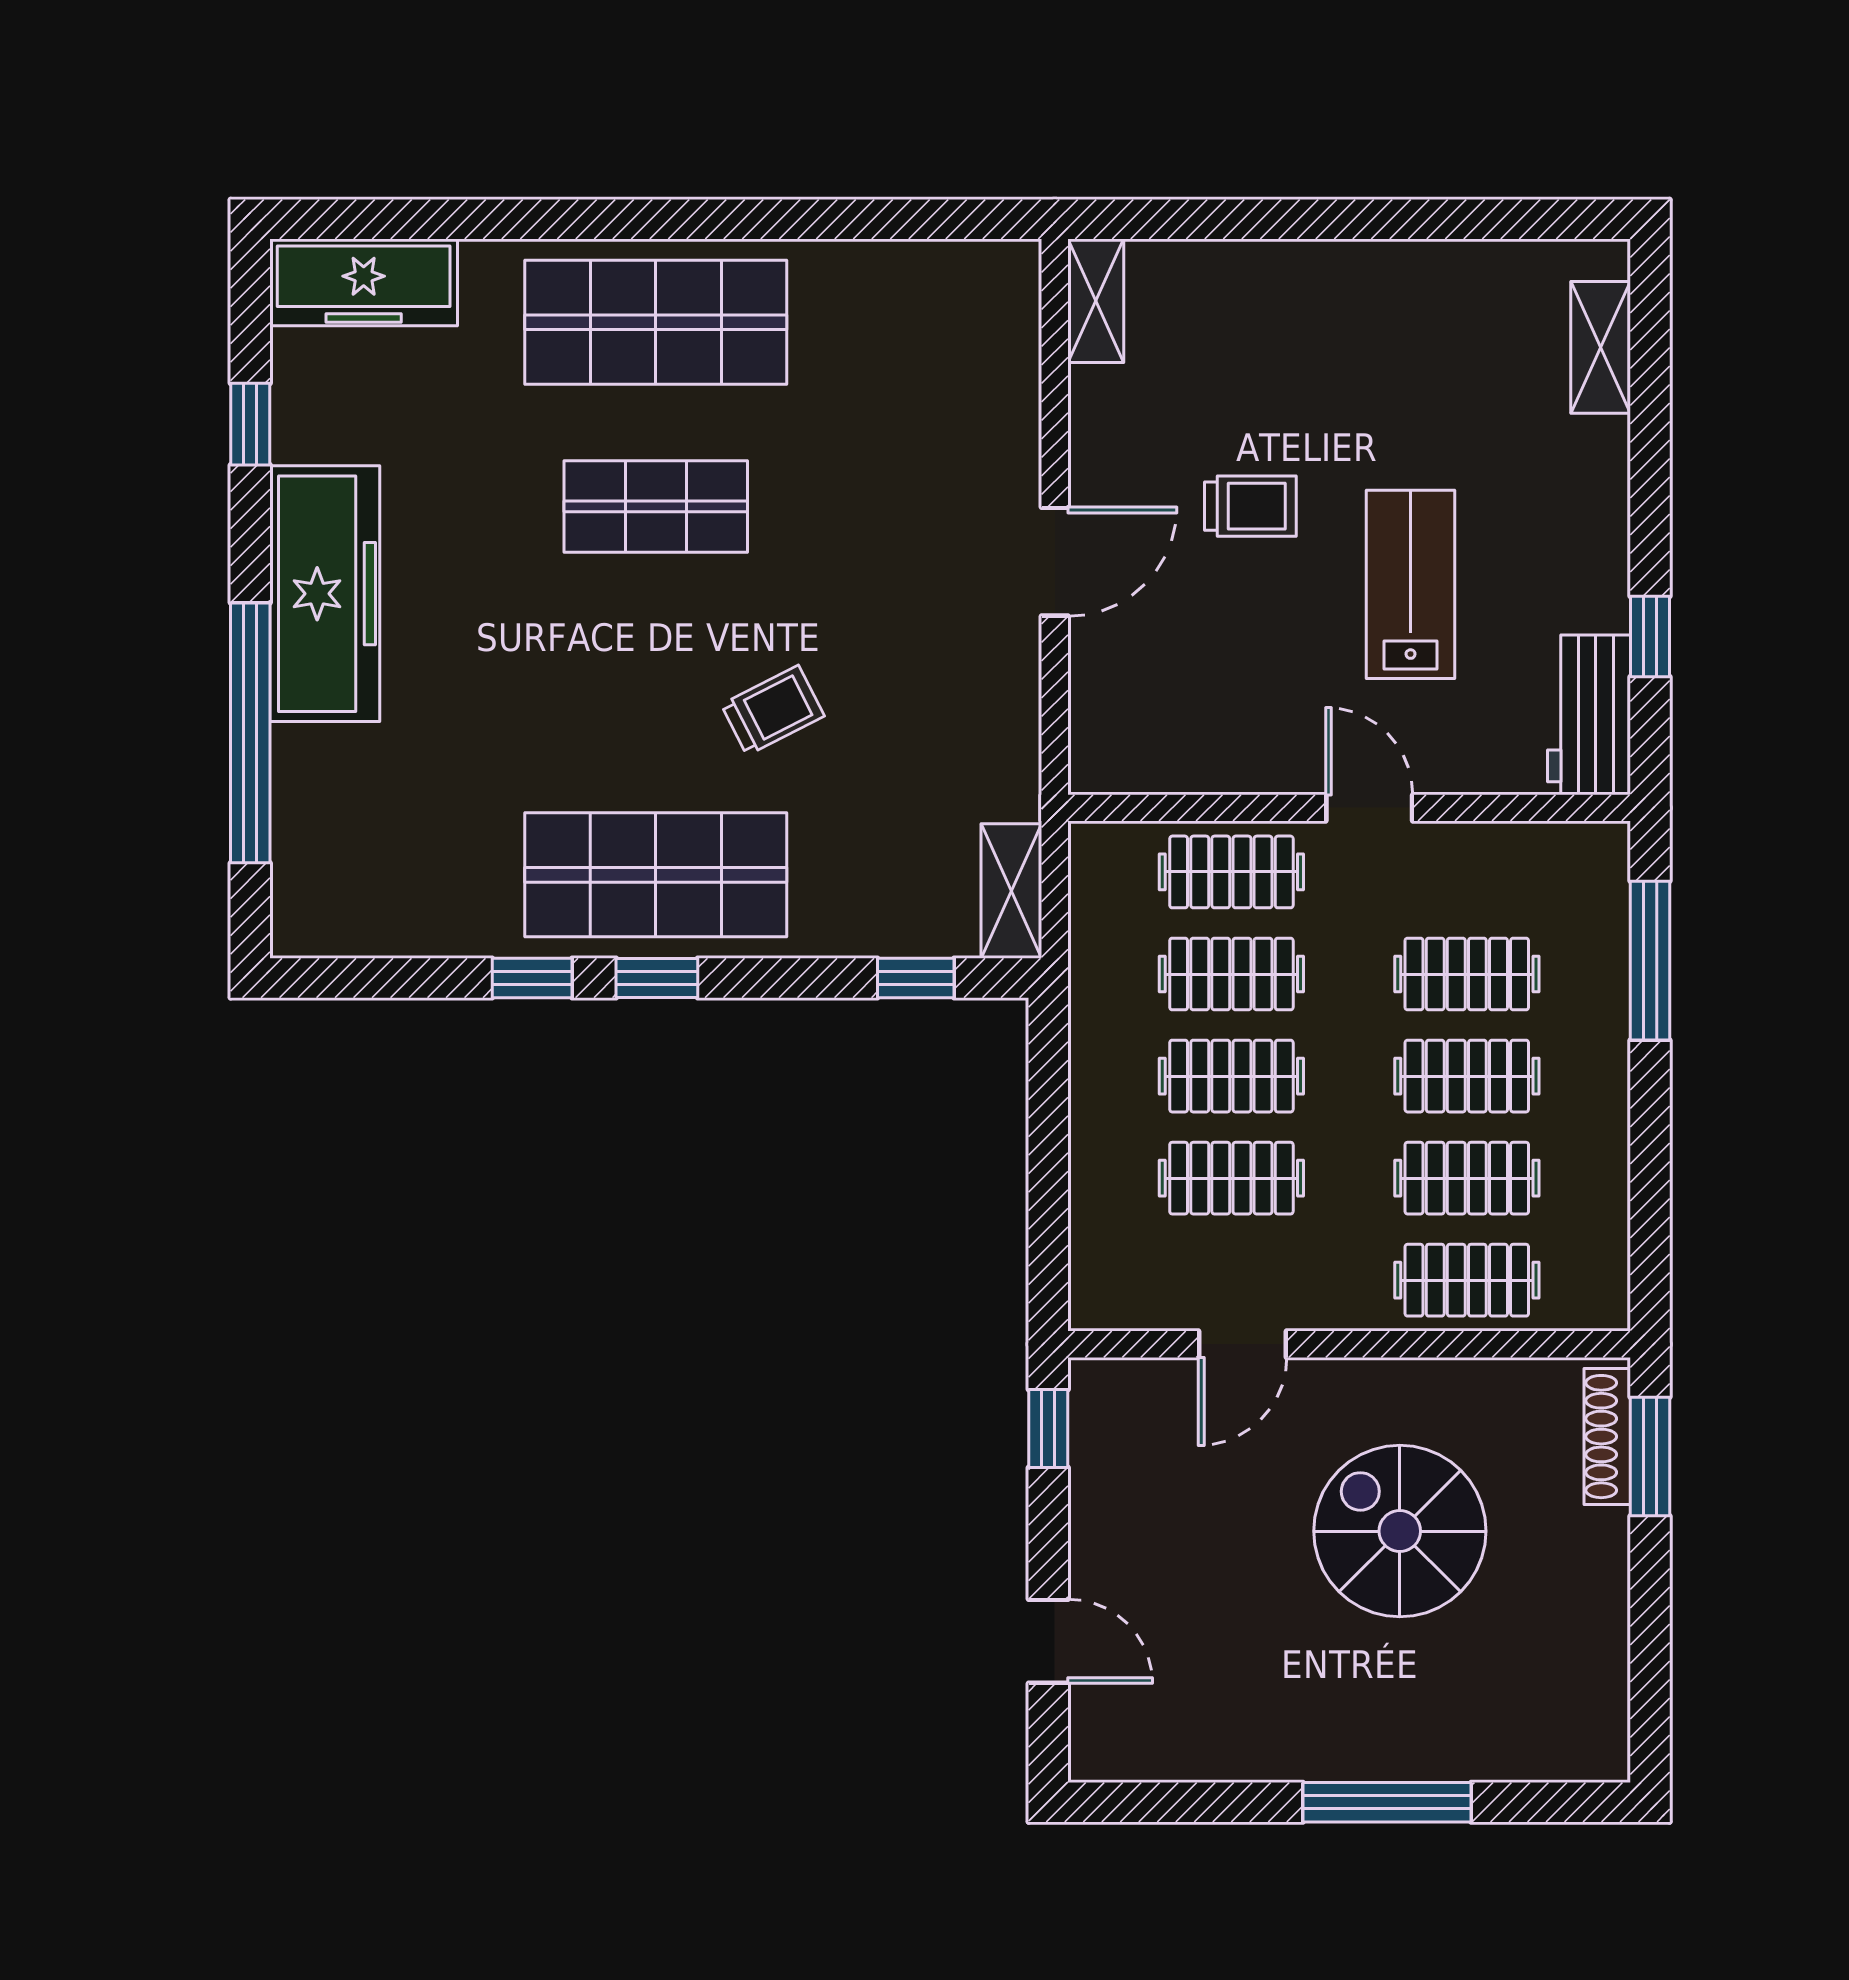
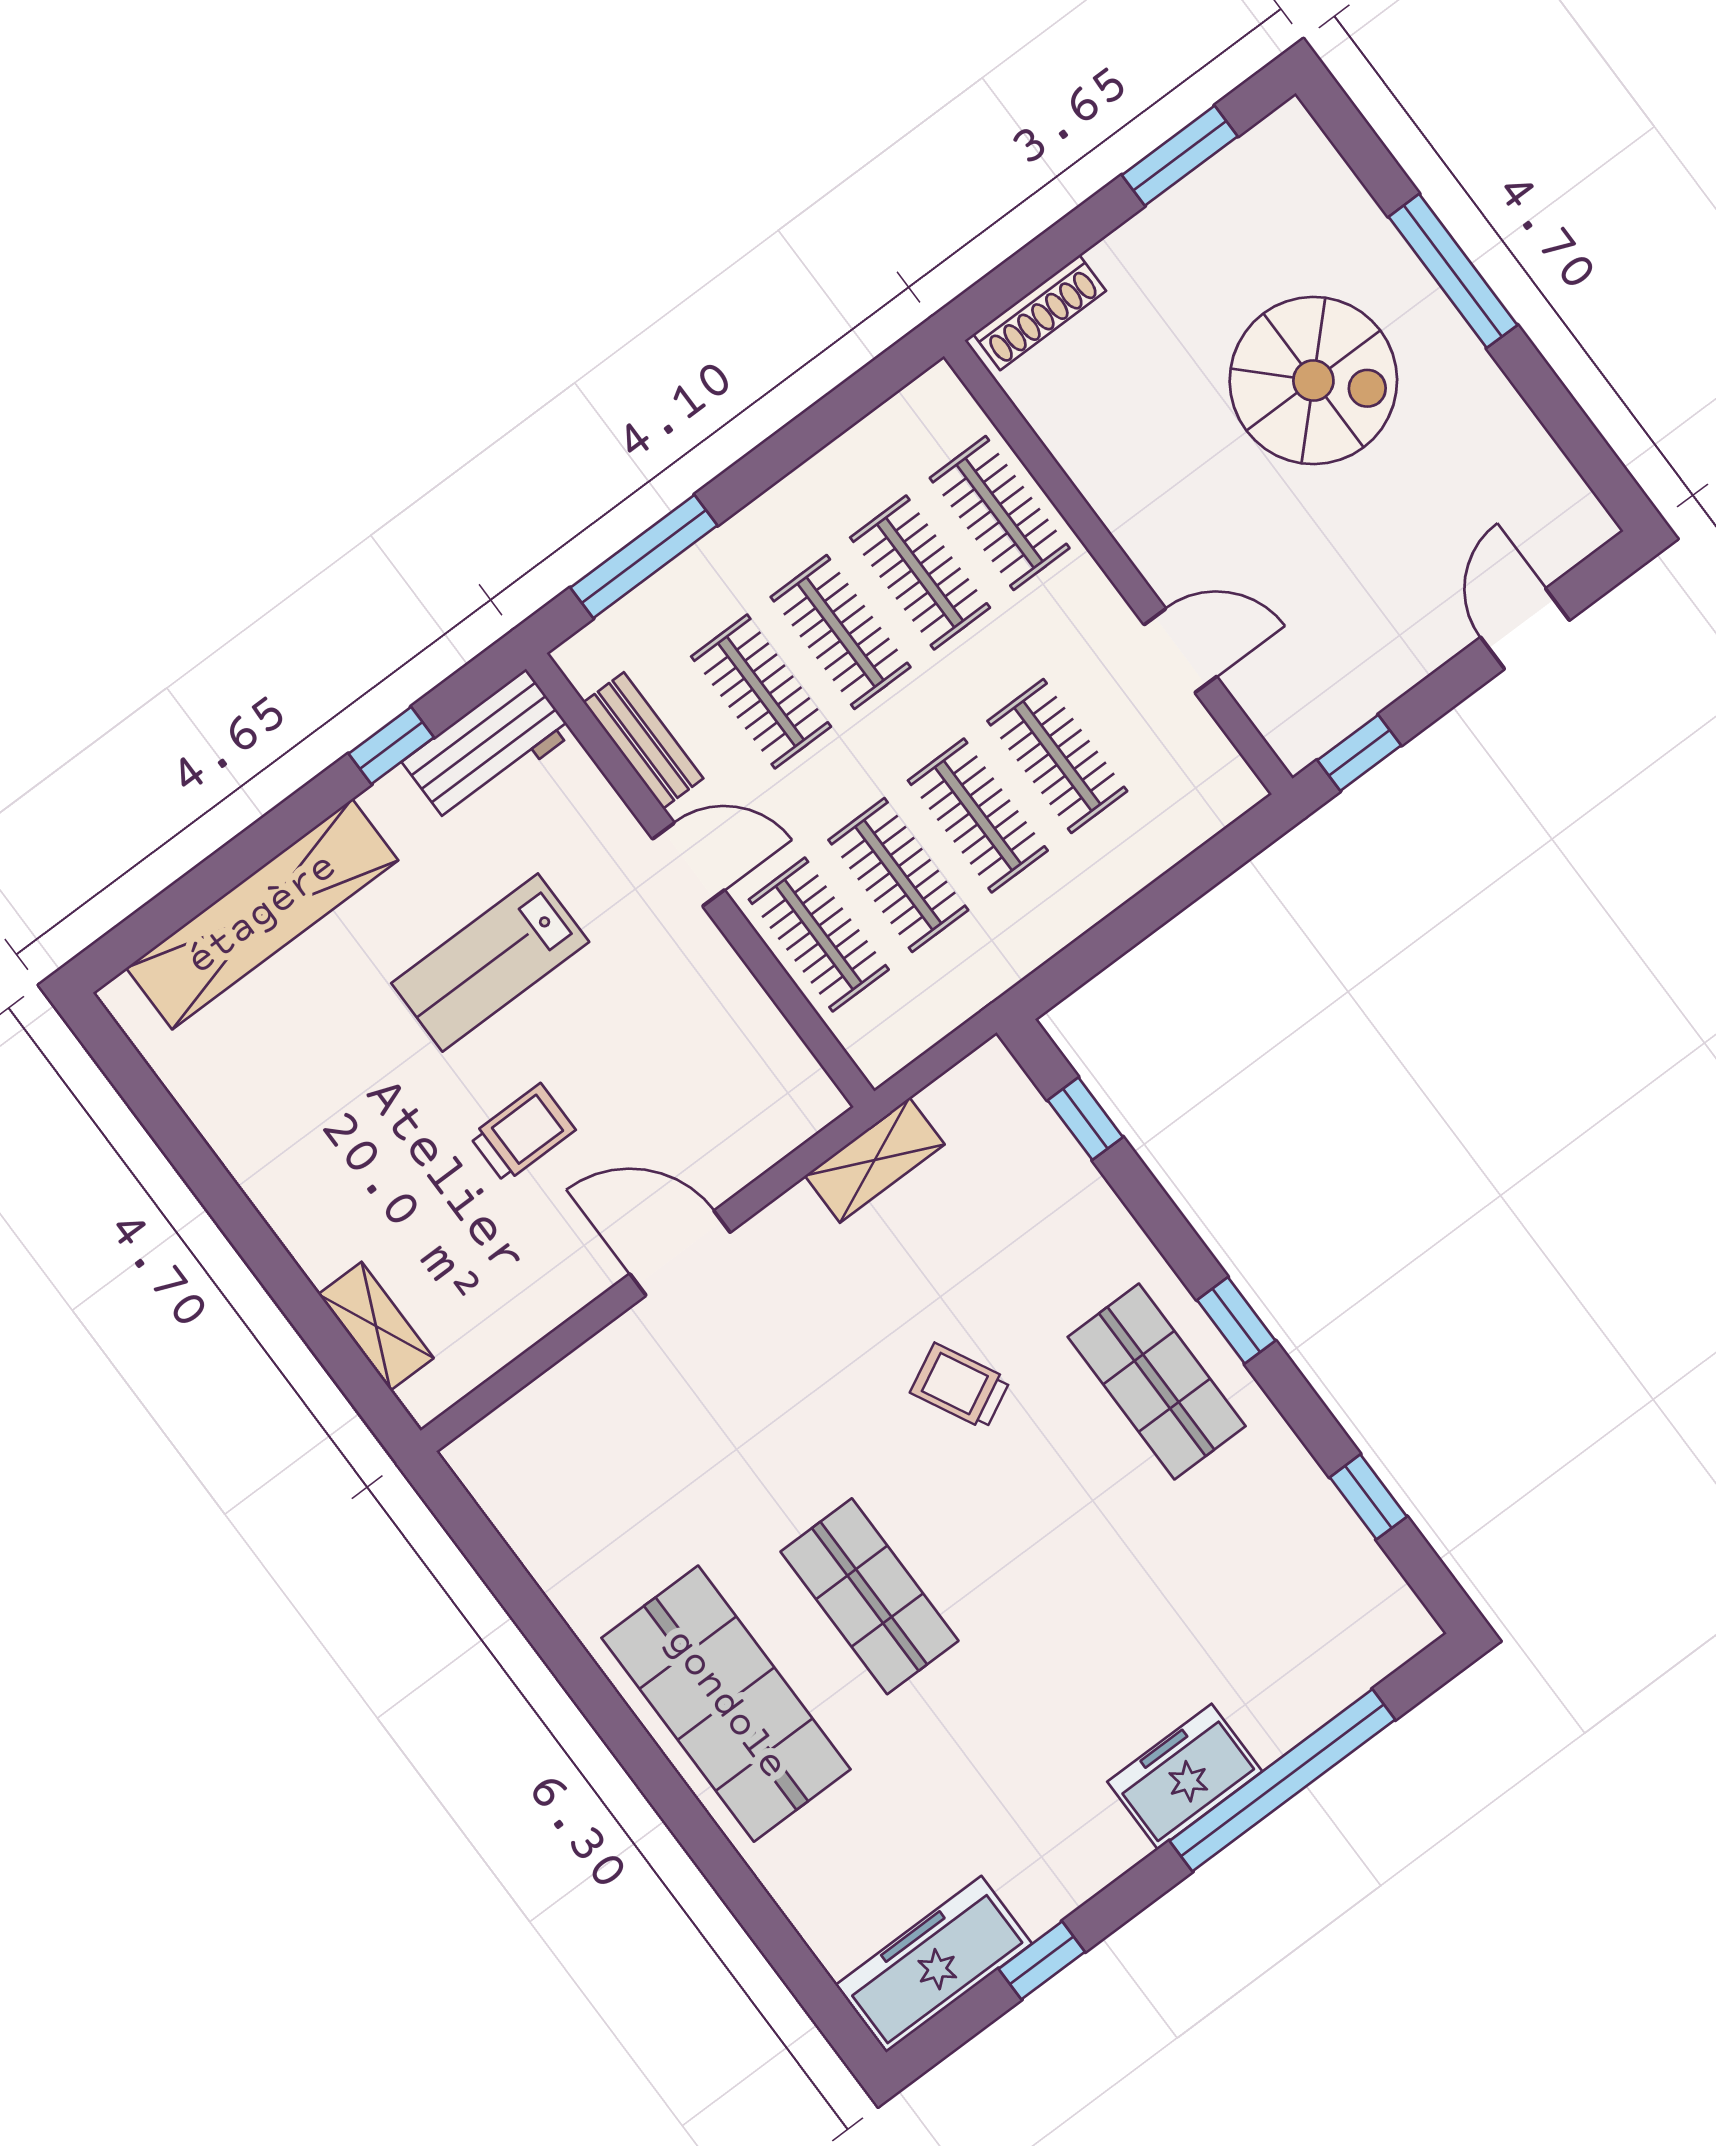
freezer: (364, 282) -> (934, 1964), moved, turned -90
shelving: (1096, 301) -> (376, 1326), moved, turned 90
shelving: (1601, 347) -> (262, 914), width x2.20, depth x1.33
trolley: (1250, 506) -> (523, 1133), turned 90
freezer: (325, 594) -> (1185, 1777), width x0.52, depth x0.79
door: (1369, 808) -> (688, 864), swing flipped
bench: (1499, 847) -> (643, 740), added
shop shelf: (656, 875) -> (1157, 1381), width x0.70, depth x0.74
shelving: (1011, 891) -> (875, 1160), moved
window: (532, 978) -> (1368, 1497), moved
window: (1650, 1457) -> (1180, 156), moved
spiral stairs: (1400, 1531) -> (1313, 380), moved, turned -90

